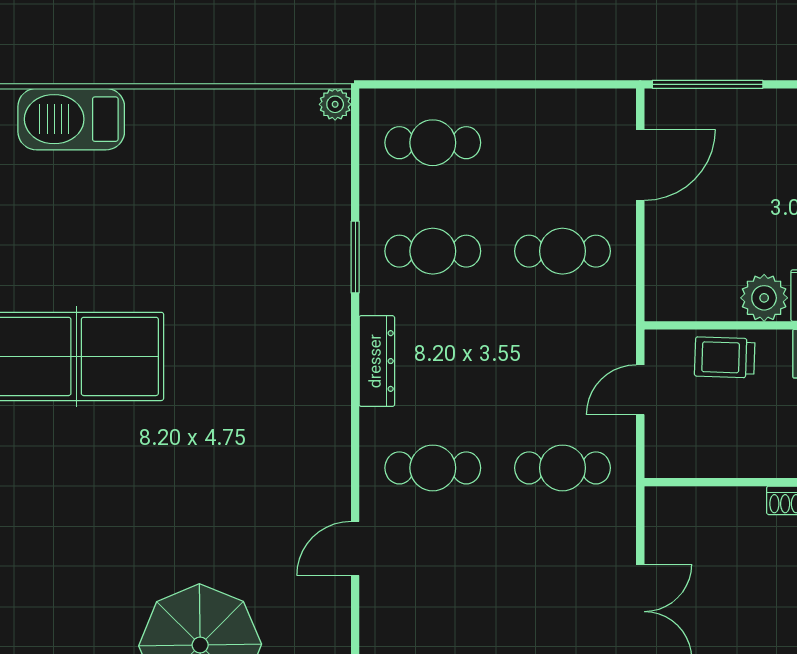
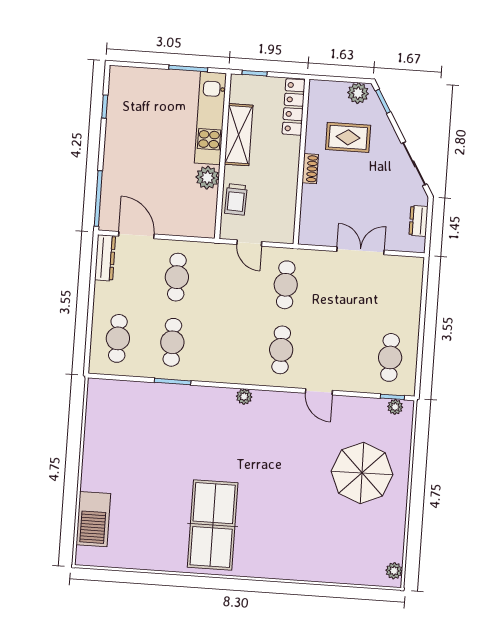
plant: (335, 104) -> (244, 397), moved
dresser: (377, 361) -> (105, 258), moved, turned 90

